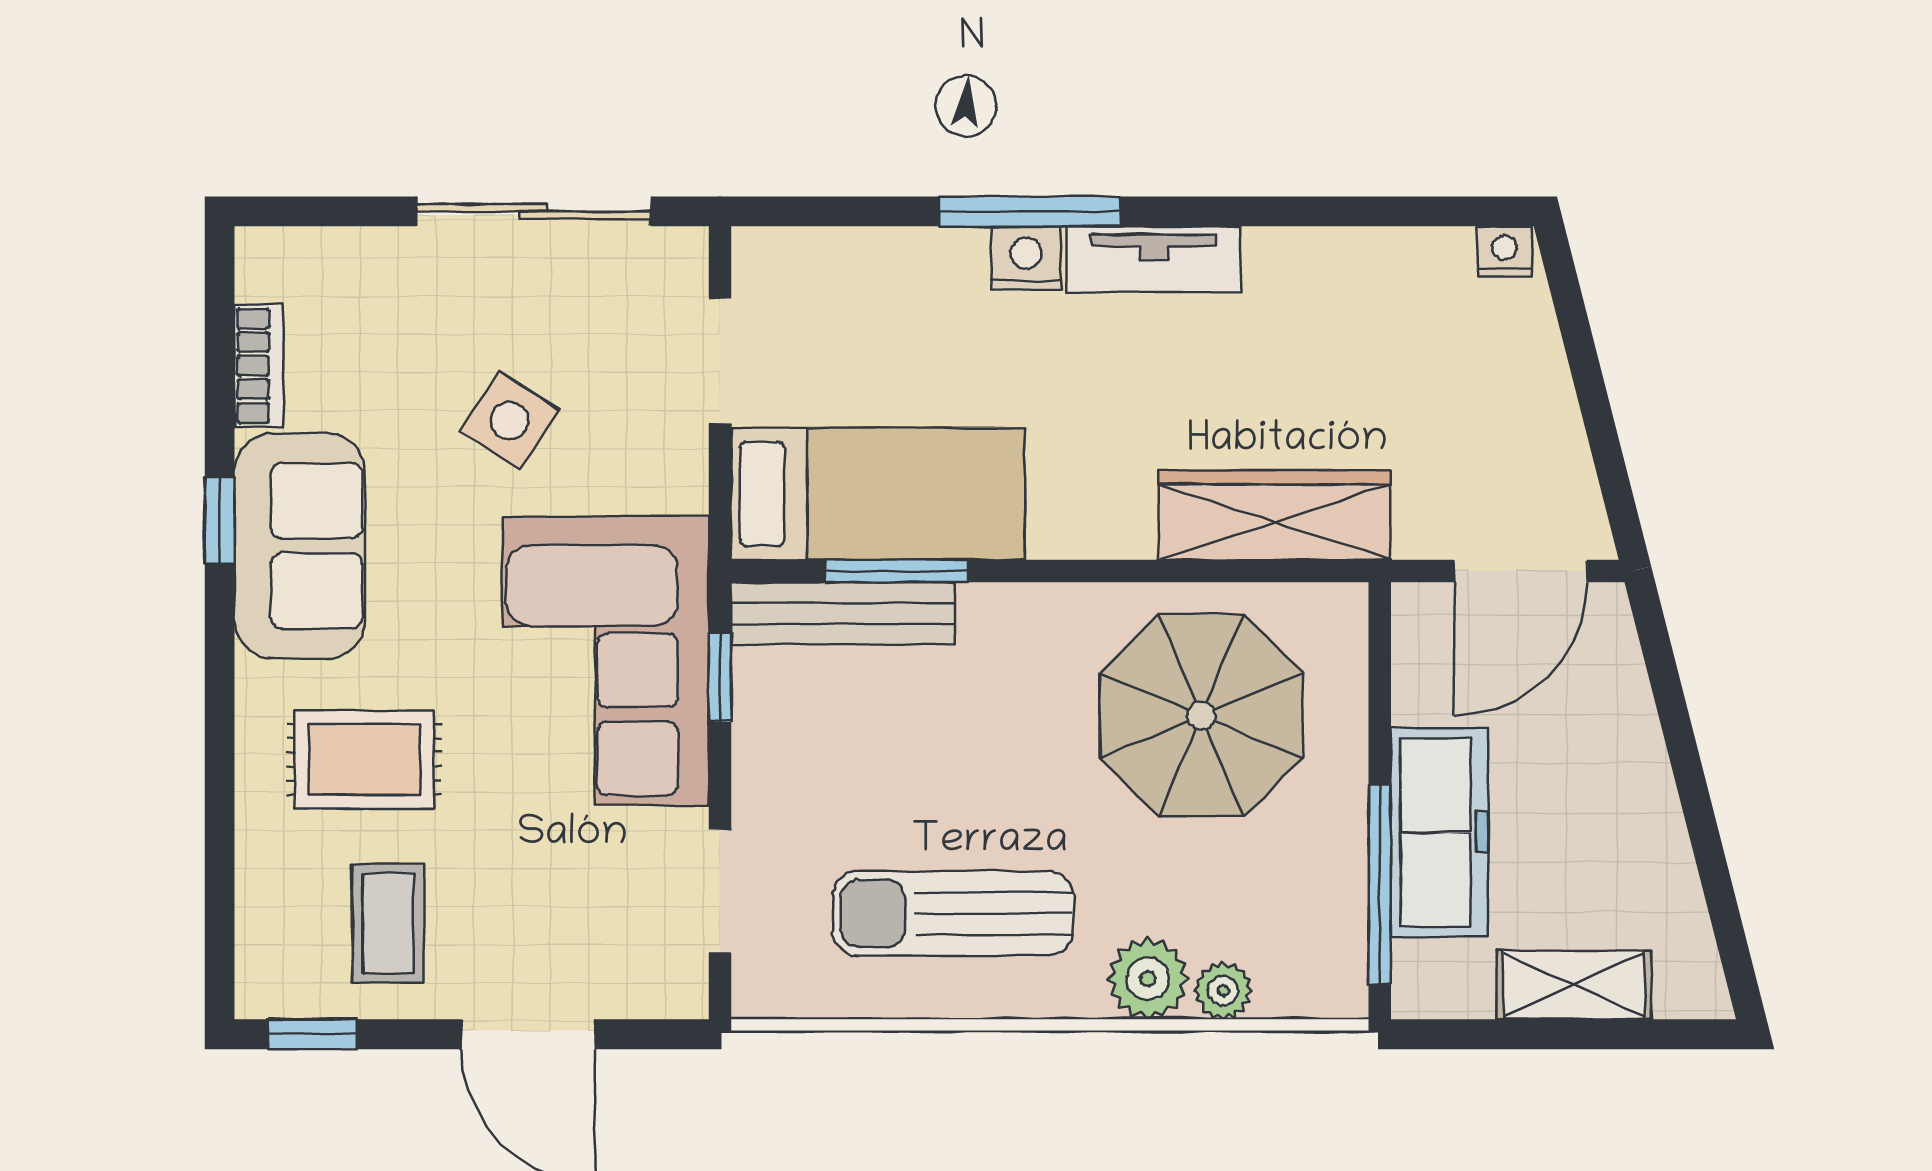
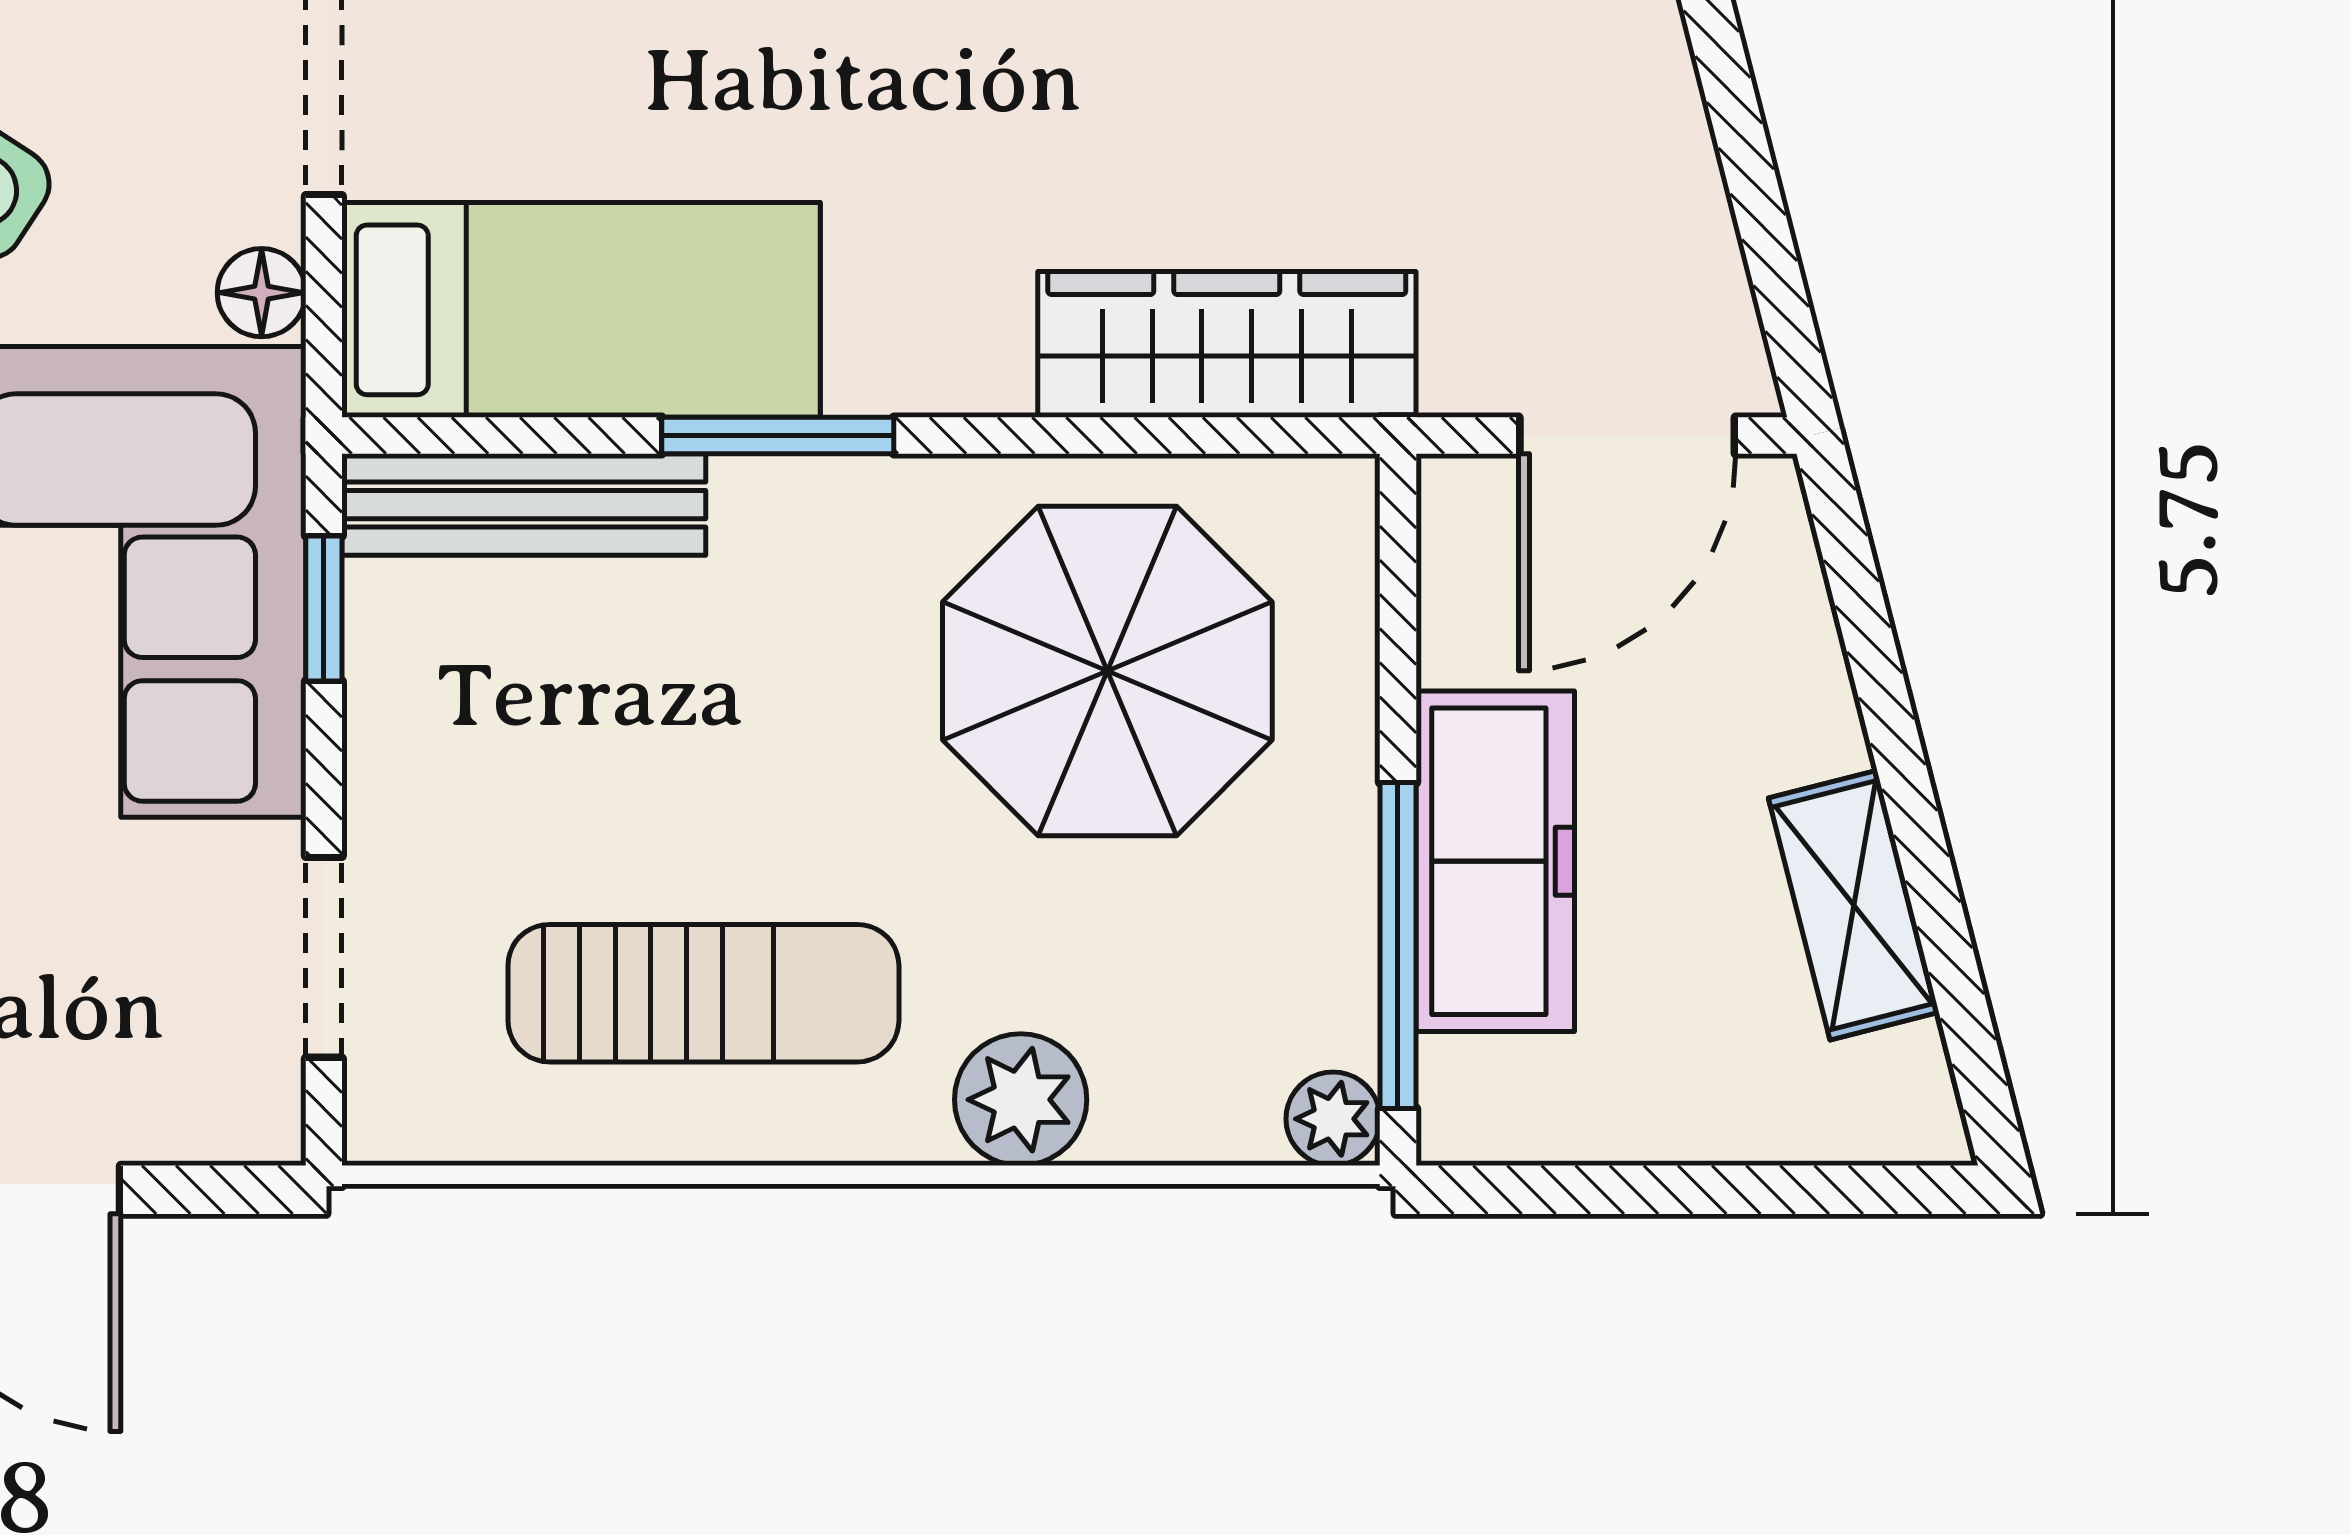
floor lamp: (682, 483) -> (262, 293), added
window: (897, 571) -> (778, 436), moved
sun lounger: (953, 913) -> (703, 993), turned 180
shelving: (1574, 985) -> (1854, 905), moved, turned 76
plant: (1223, 991) -> (1333, 1119), moved

